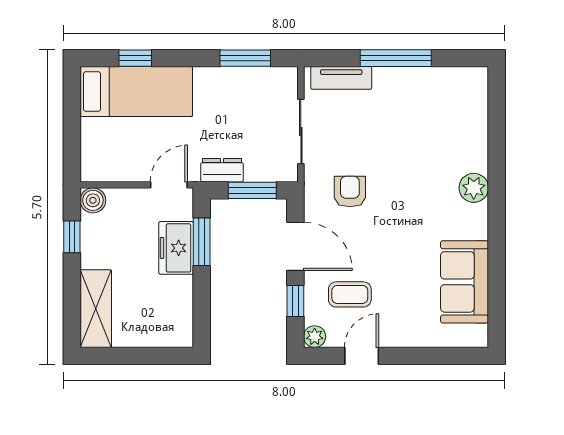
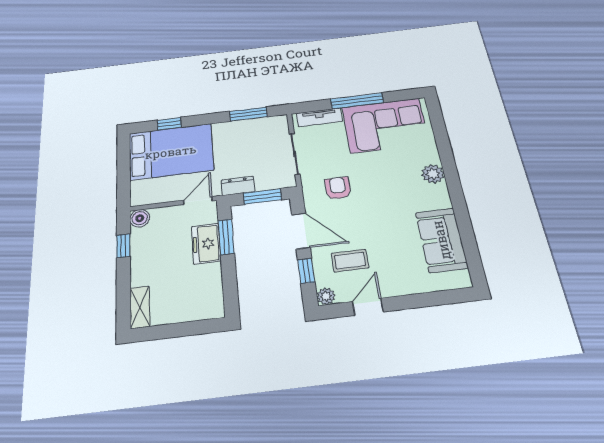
bed: (136, 92) -> (171, 152), width x1.50
corner sofa: (427, 104) -> (385, 125), added
shelving: (96, 309) -> (140, 307), width x0.67, depth x0.75

